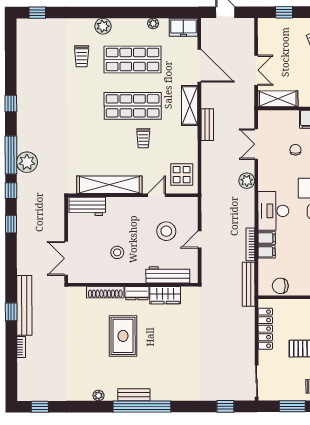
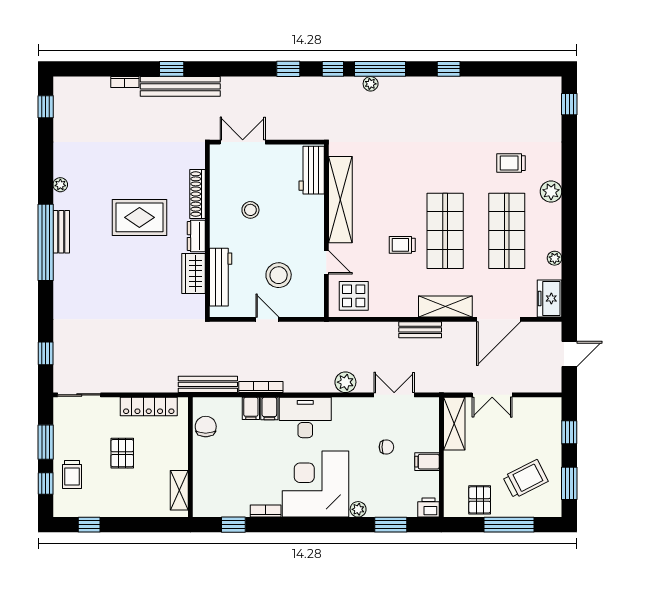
plant: (27, 162) -> (371, 84), width x0.53, depth x0.53

